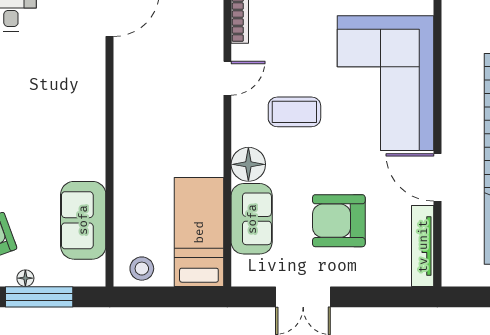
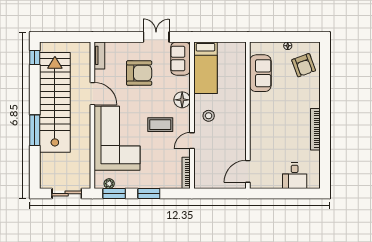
sofa: (252, 219) -> (180, 59), moved
tv unit: (423, 246) -> (99, 55), width x0.71
stool: (142, 269) -> (209, 116), moved
window: (39, 297) -> (281, 37), removed

